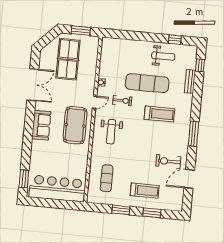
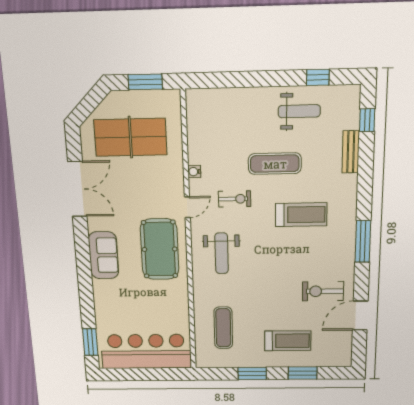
table tennis table: (68, 59) -> (130, 137), turned 90
exercise mat: (147, 83) -> (275, 164), width x0.73, depth x0.69

